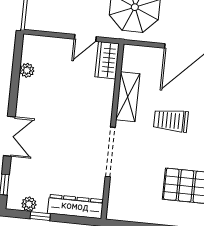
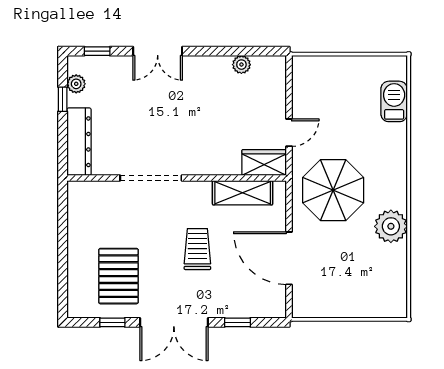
door: (85, 38) -> (289, 133), swing flipped
shelving: (128, 97) -> (243, 193), moved

